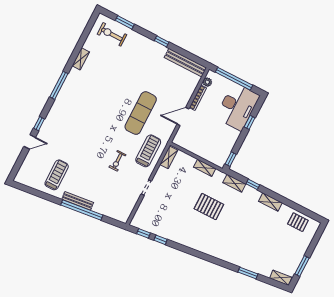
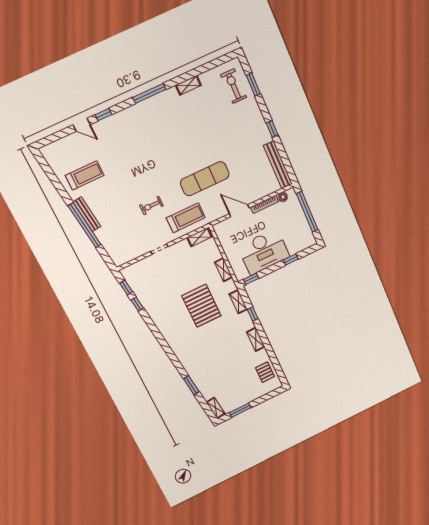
desk: (237, 107) -> (264, 252), moved
pallet: (209, 207) -> (201, 306), width x1.37, depth x1.41

